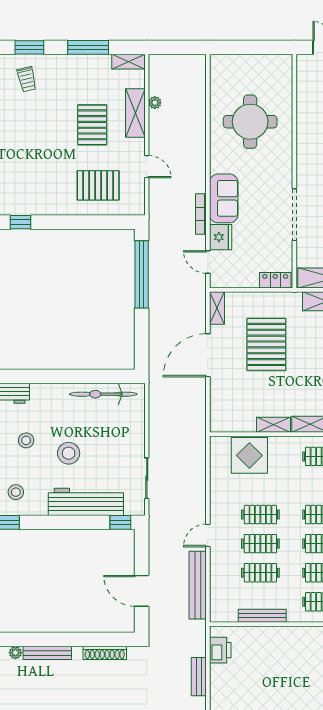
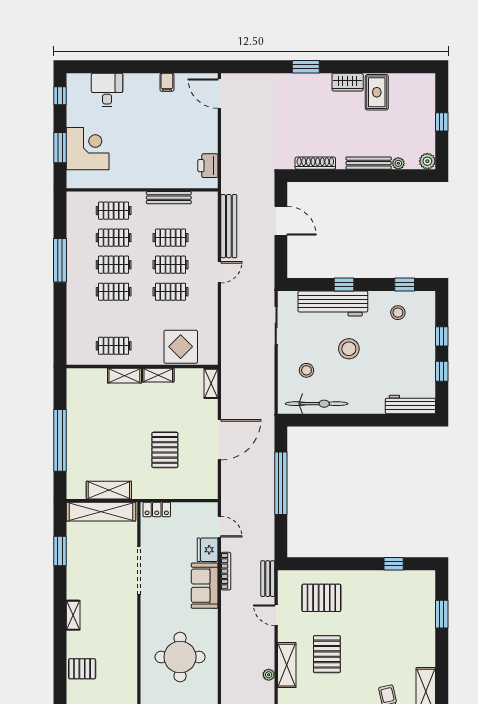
window: (142, 274) -> (281, 483), moved
shelving: (217, 308) -> (211, 383), moved
pallet: (266, 344) -> (165, 450), width x0.73, depth x0.71
stool: (26, 440) -> (306, 370), moved
window: (120, 522) -> (344, 284), moved
bench: (199, 677) -> (268, 579), moved

